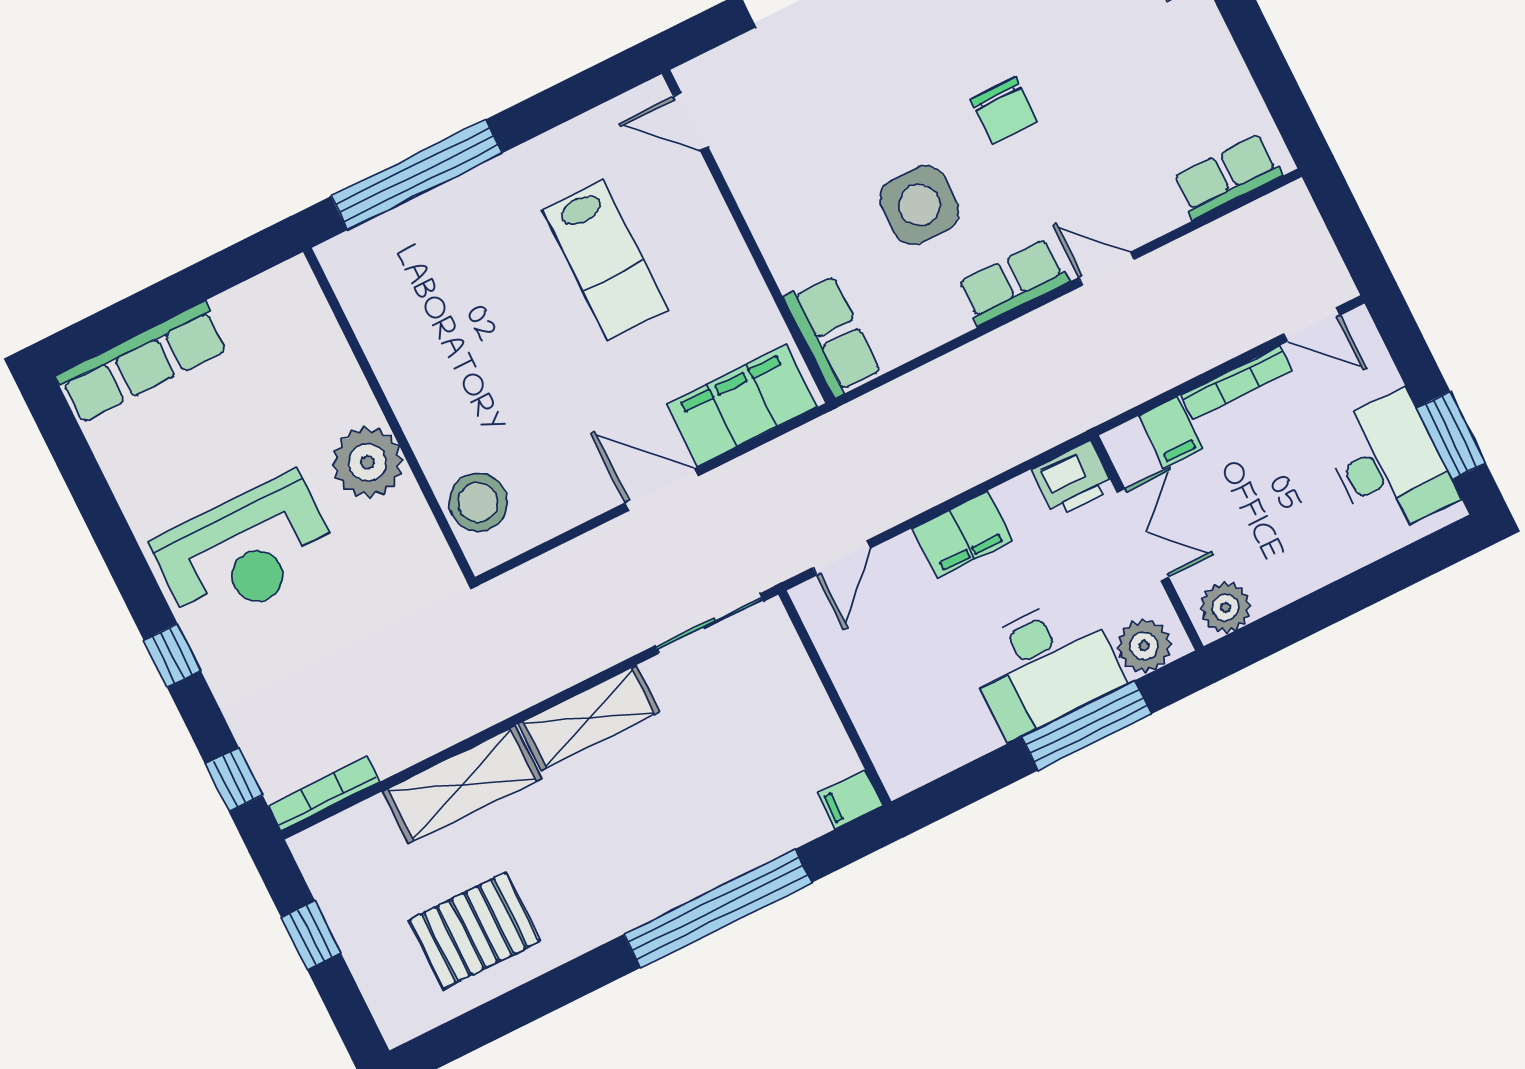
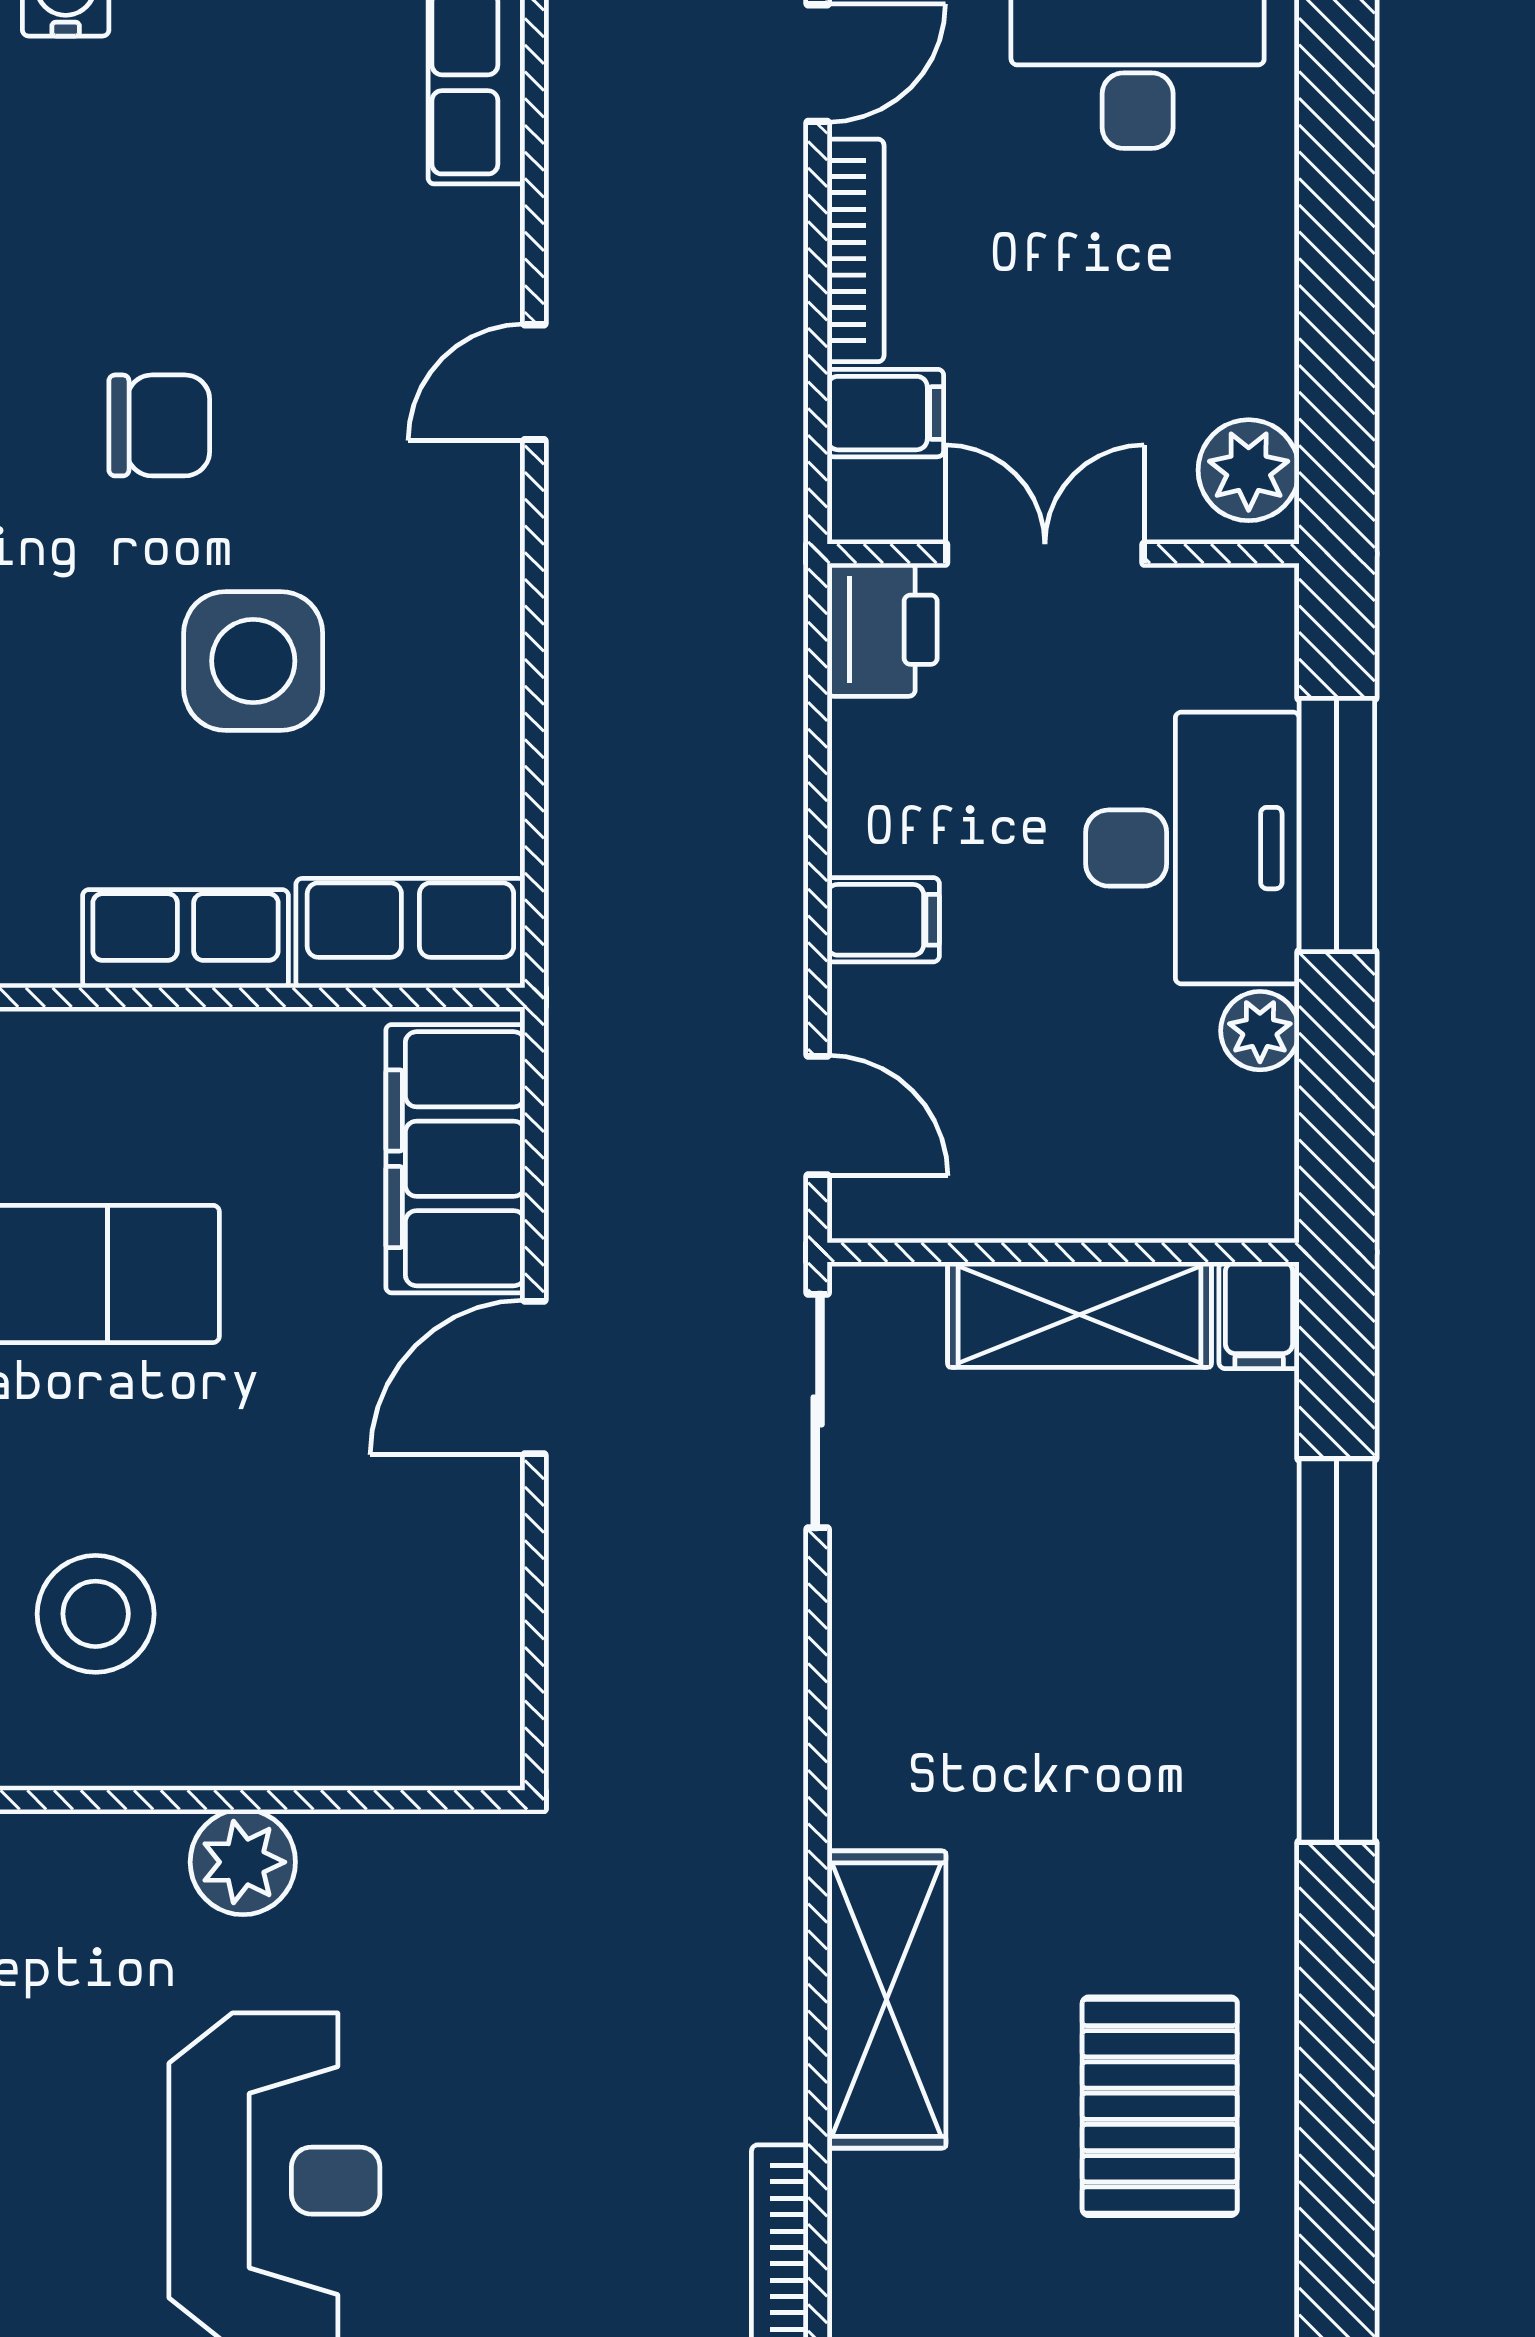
row of seats: (1013, 282) -> (185, 939), moved, turned 90
plant: (368, 462) -> (243, 1862), width x0.73, depth x0.73
stool: (478, 502) -> (96, 1614), moved
filing cabinet: (962, 534) -> (883, 920), width x0.50
plant: (1144, 646) -> (1260, 1031), moved, width x0.73, depth x0.73
shelving: (589, 718) -> (1080, 1315), moved, turned 90

